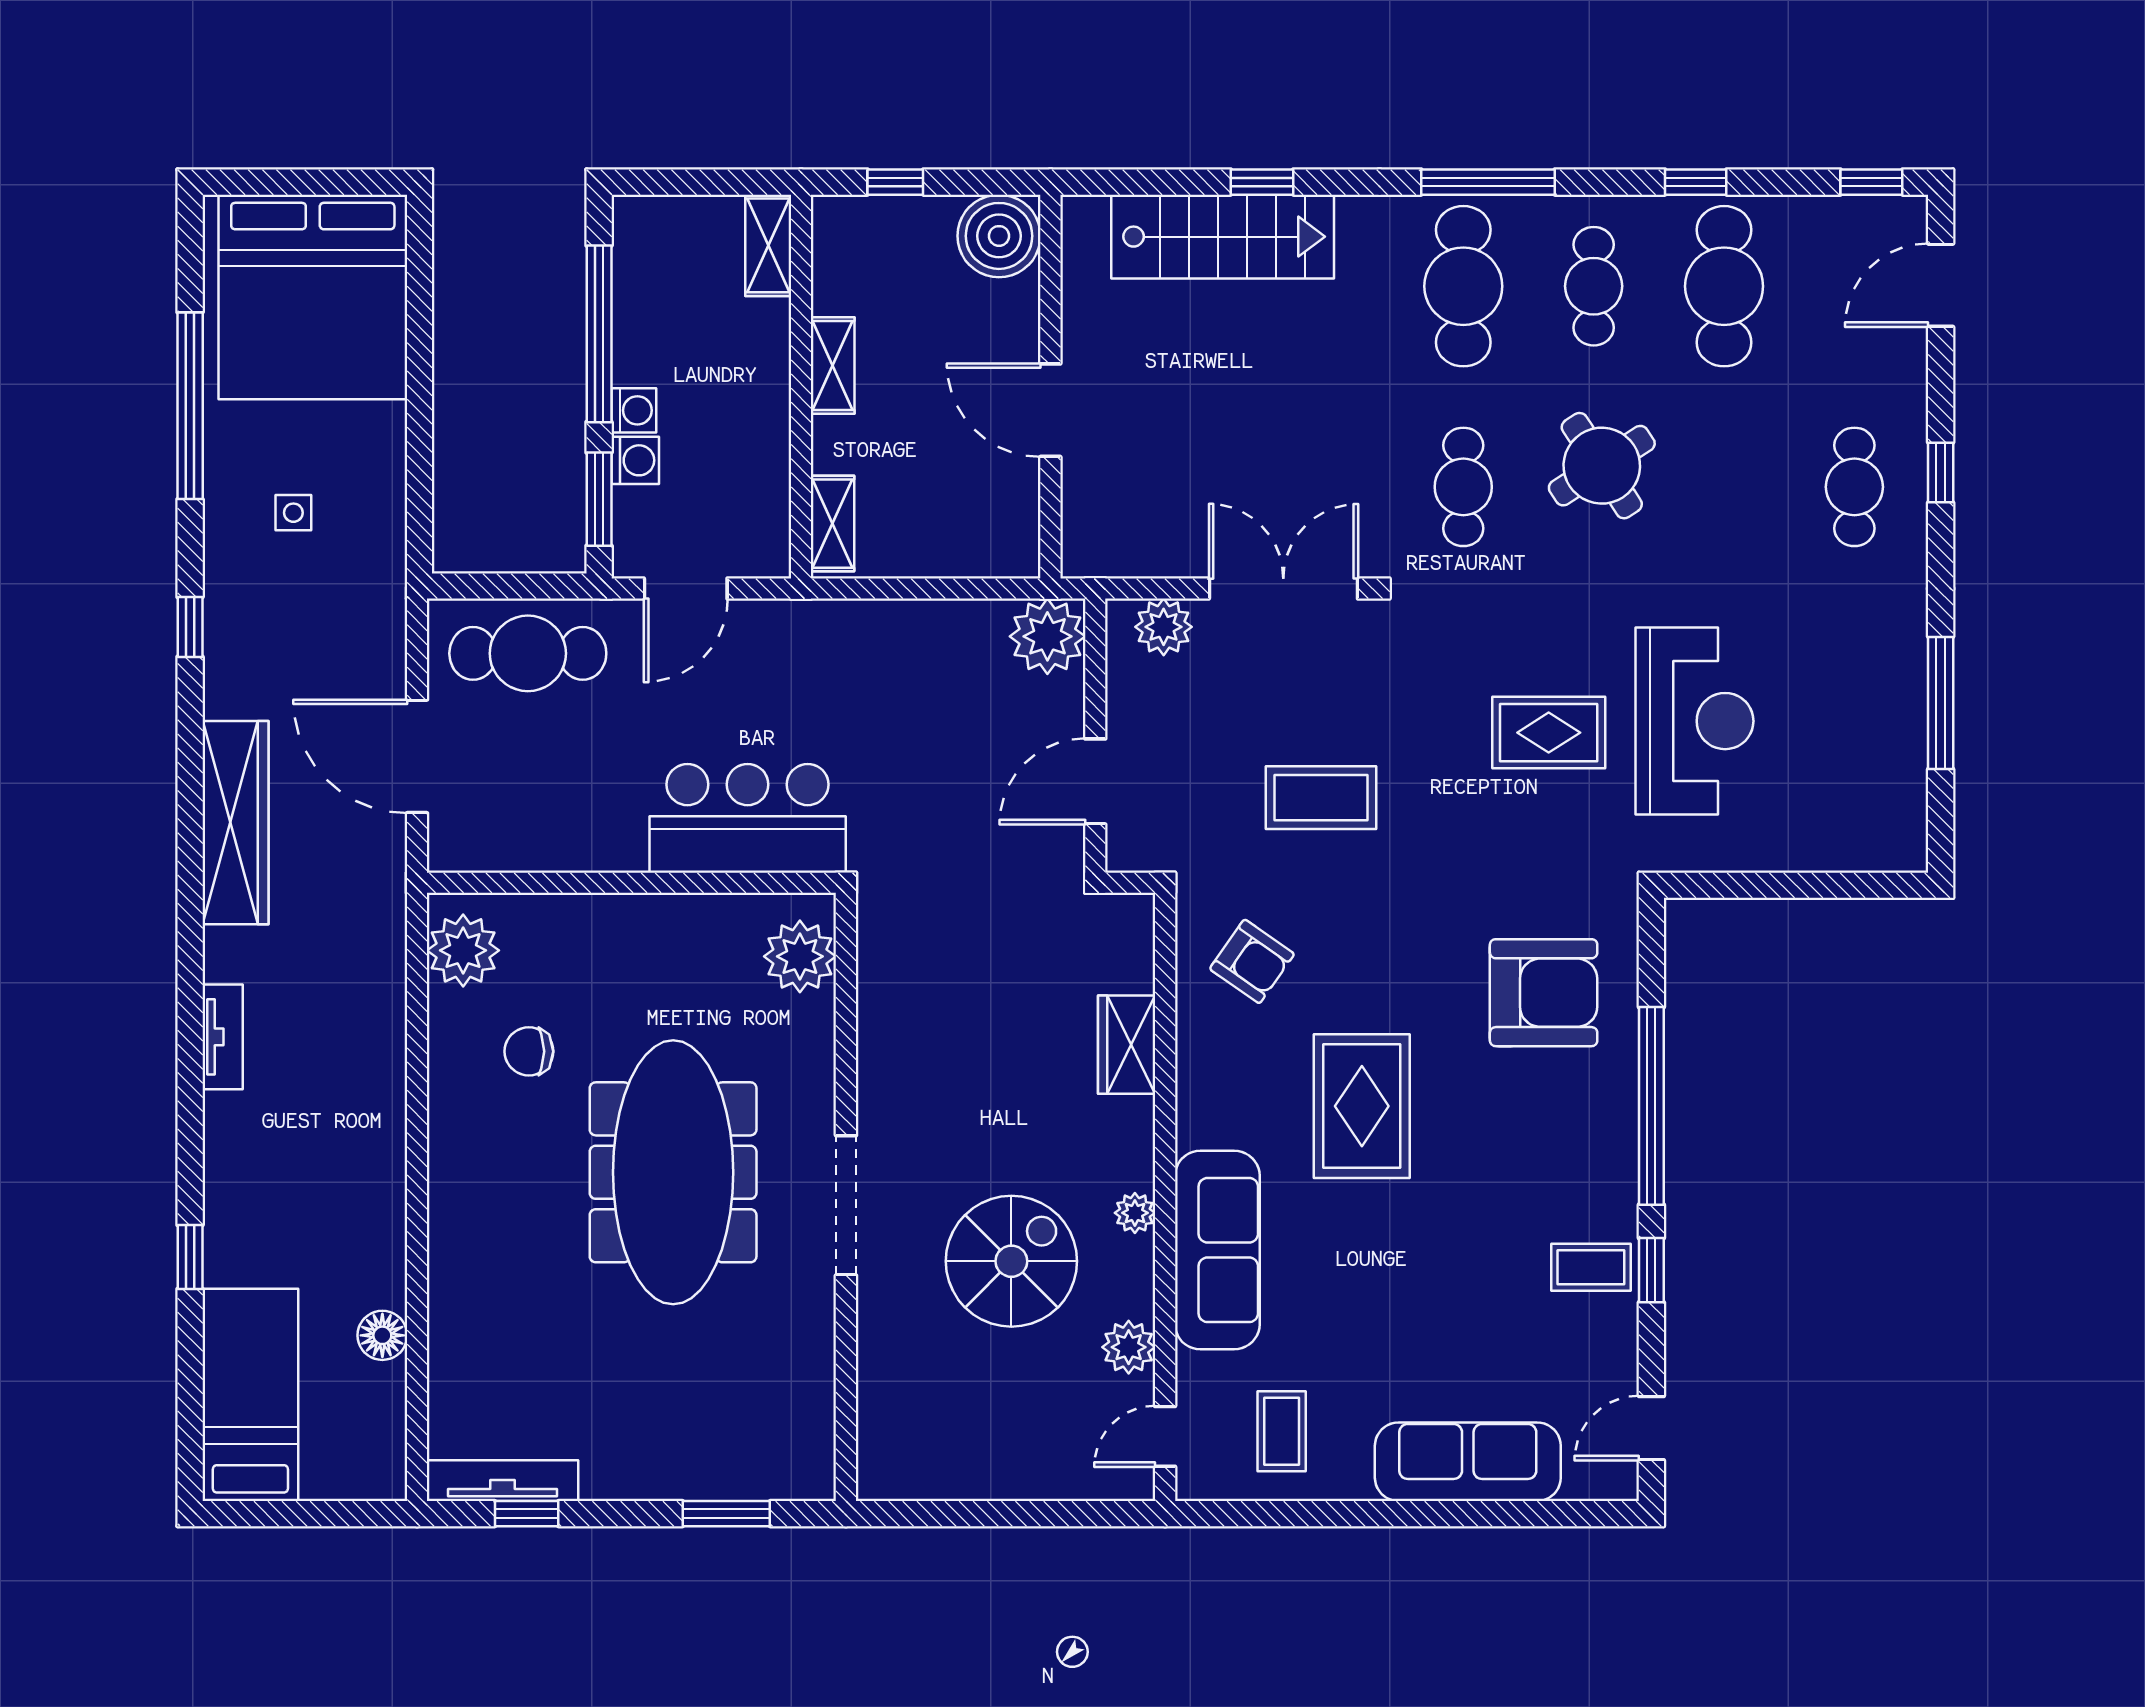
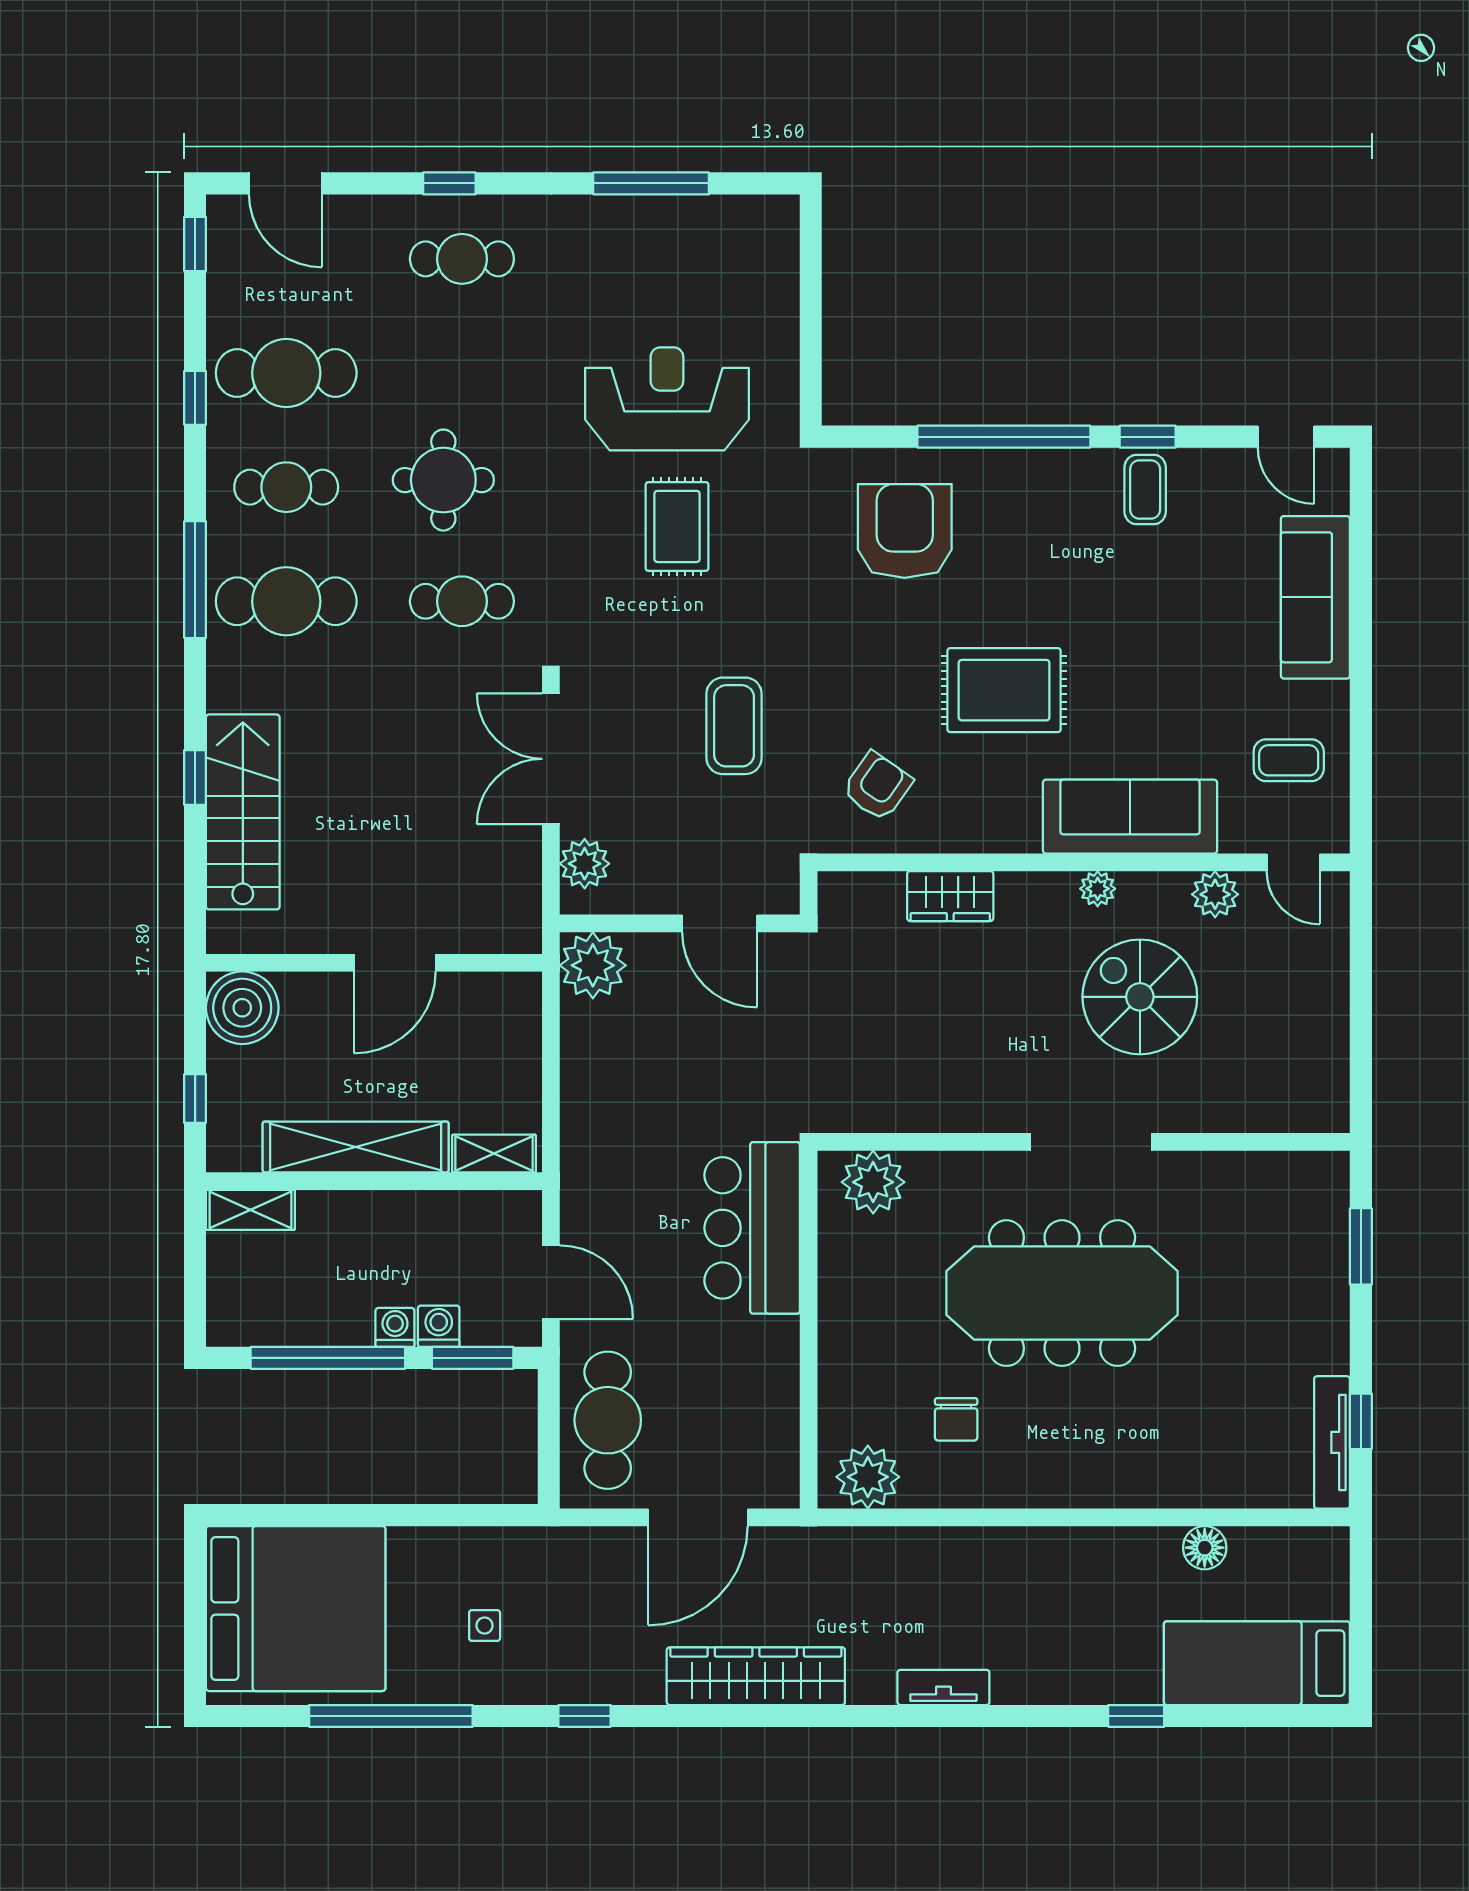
shelving: (833, 365) -> (356, 1147), width x2.20, depth x1.33
round table: (1602, 466) -> (443, 480), turned 33

